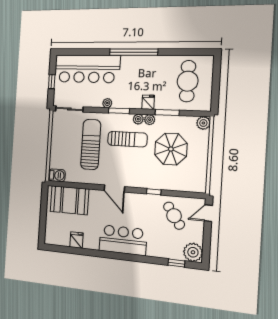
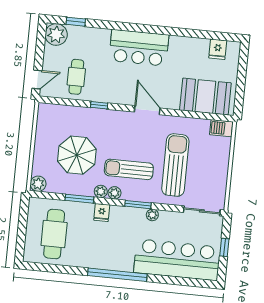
sun lounger: (91, 144) -> (175, 165), turned 180
cafe table: (174, 216) -> (76, 77), turned 35
fridge: (77, 240) -> (218, 49), moved

